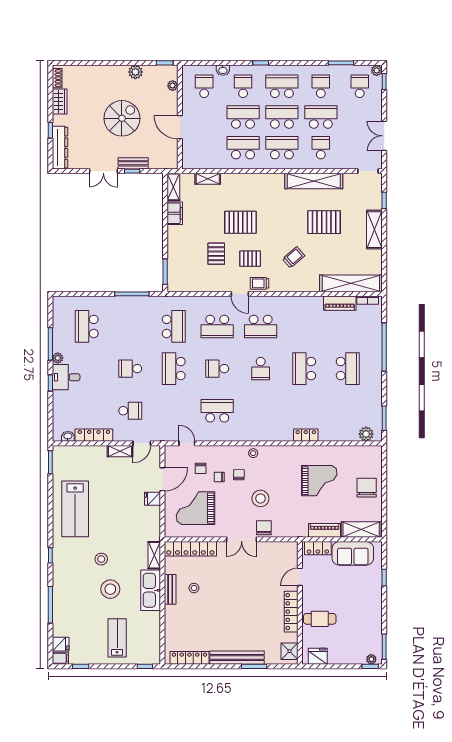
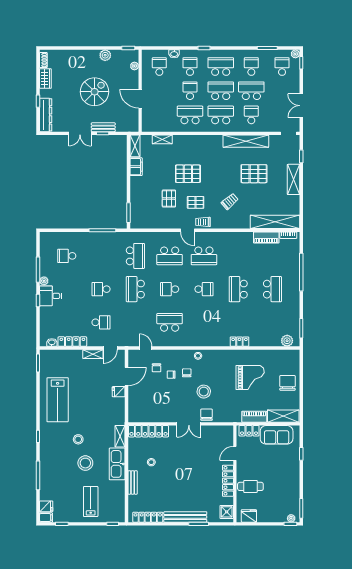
school desk: (243, 117) -> (190, 91), width x0.54
school desk: (87, 326) -> (67, 256), width x0.54
school desk: (261, 369) -> (204, 289), turned -90
grand piano: (196, 508) -> (153, 399), removed
bench: (170, 589) -> (133, 482), moved

